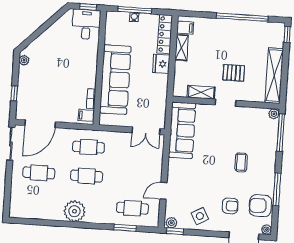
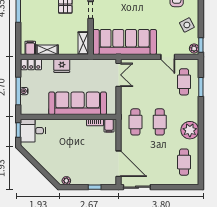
locker: (165, 34) -> (31, 64), width x0.66
shelving: (201, 92) -> (83, 43), moved
sofa: (182, 130) -> (125, 42), width x1.36, depth x1.27
cafe table: (39, 173) -> (184, 162), moved

